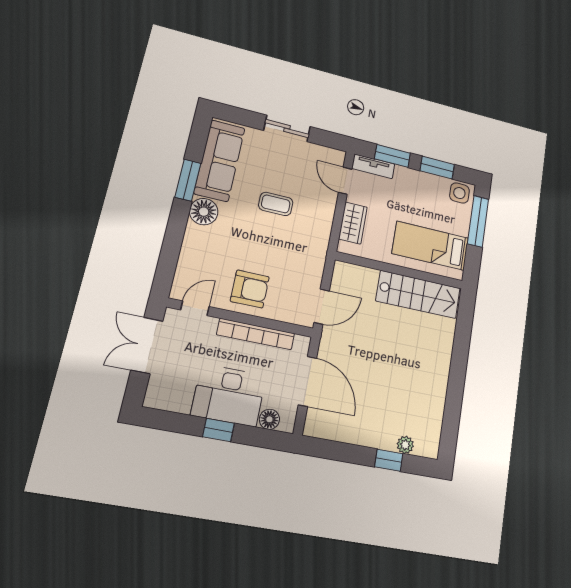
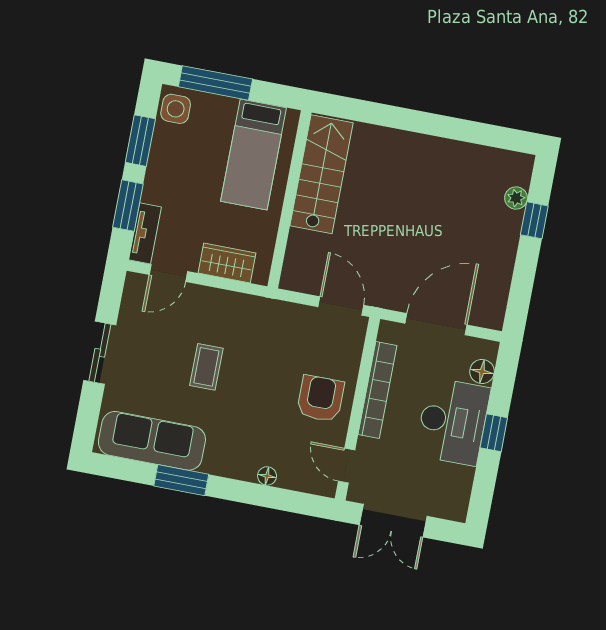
floor lamp: (204, 212) -> (267, 476), moved, width x0.53, depth x0.53

